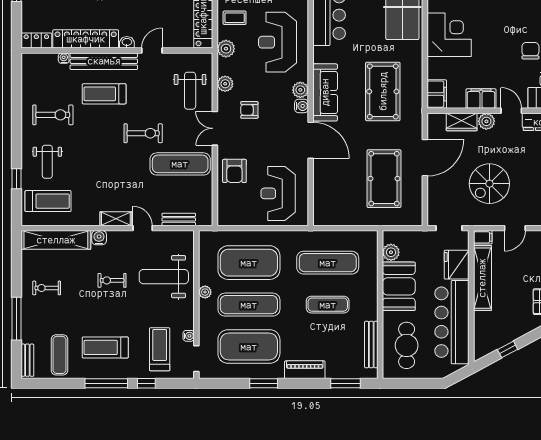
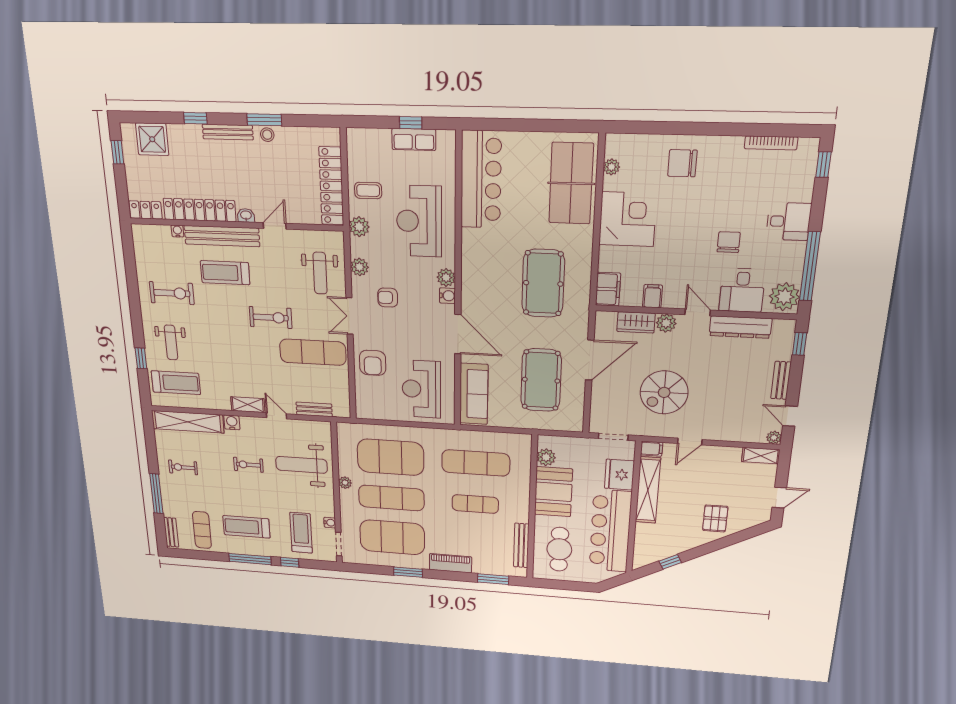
sofa: (325, 92) -> (474, 394), moved
filing cabinet: (481, 99) -> (652, 296), width x0.50

